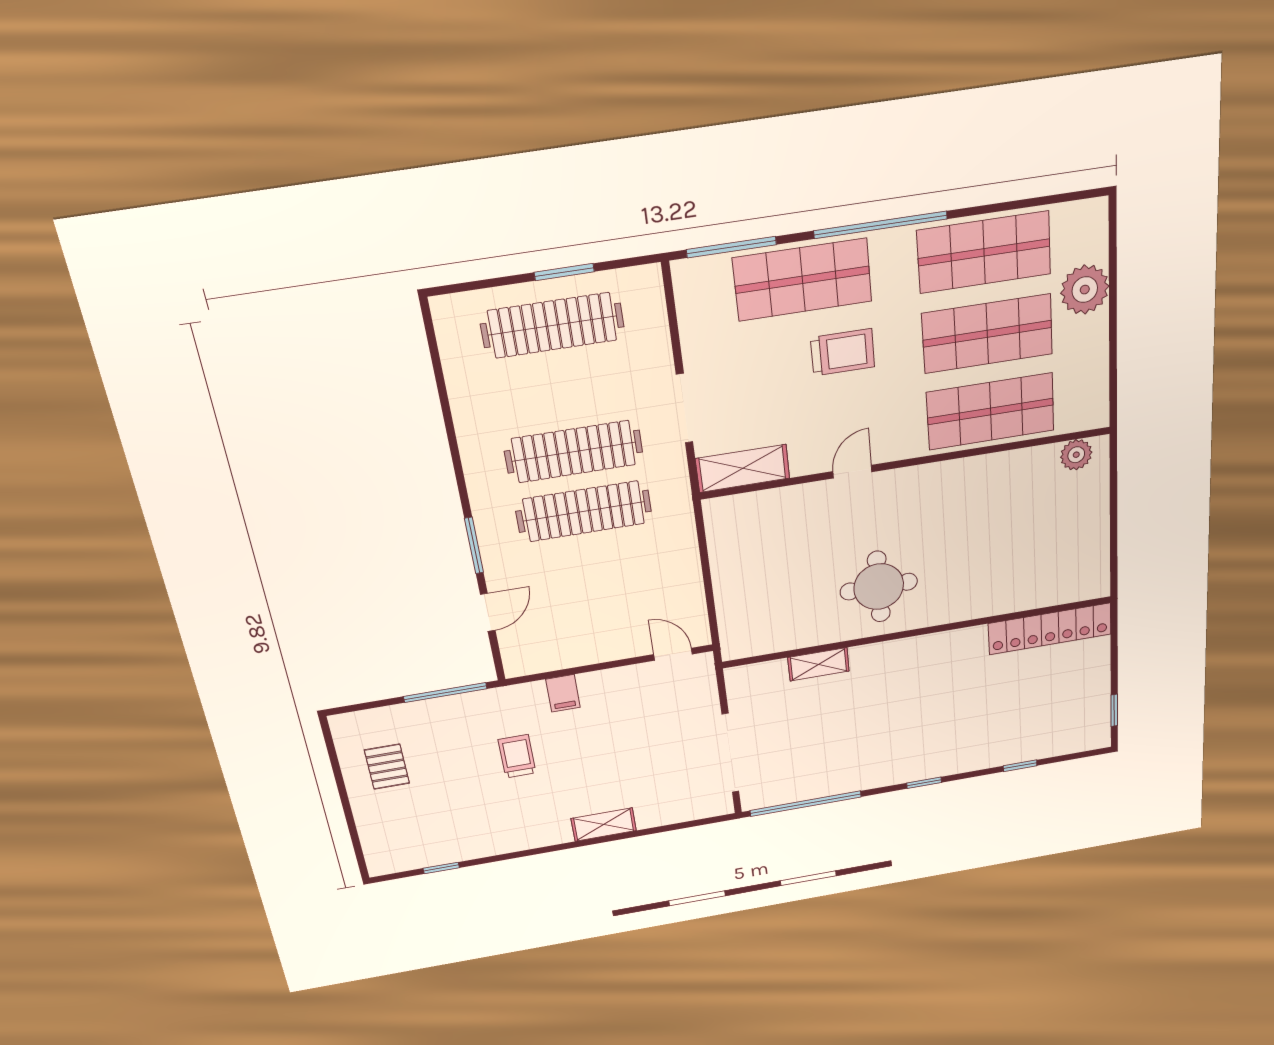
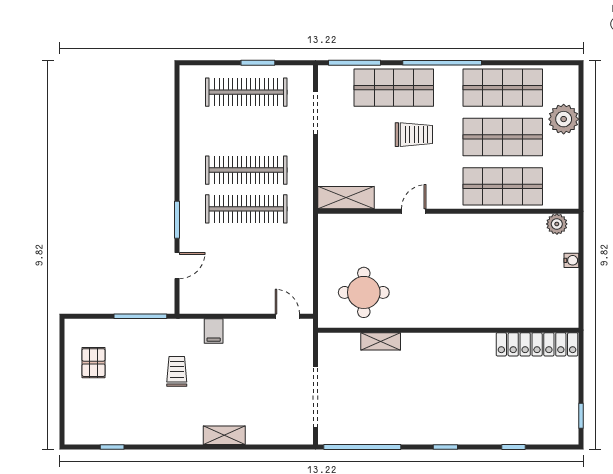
doorway: (684, 408) -> (316, 113), moved
water cooler: (1099, 504) -> (571, 260), added
round table: (879, 587) -> (364, 292), moved

